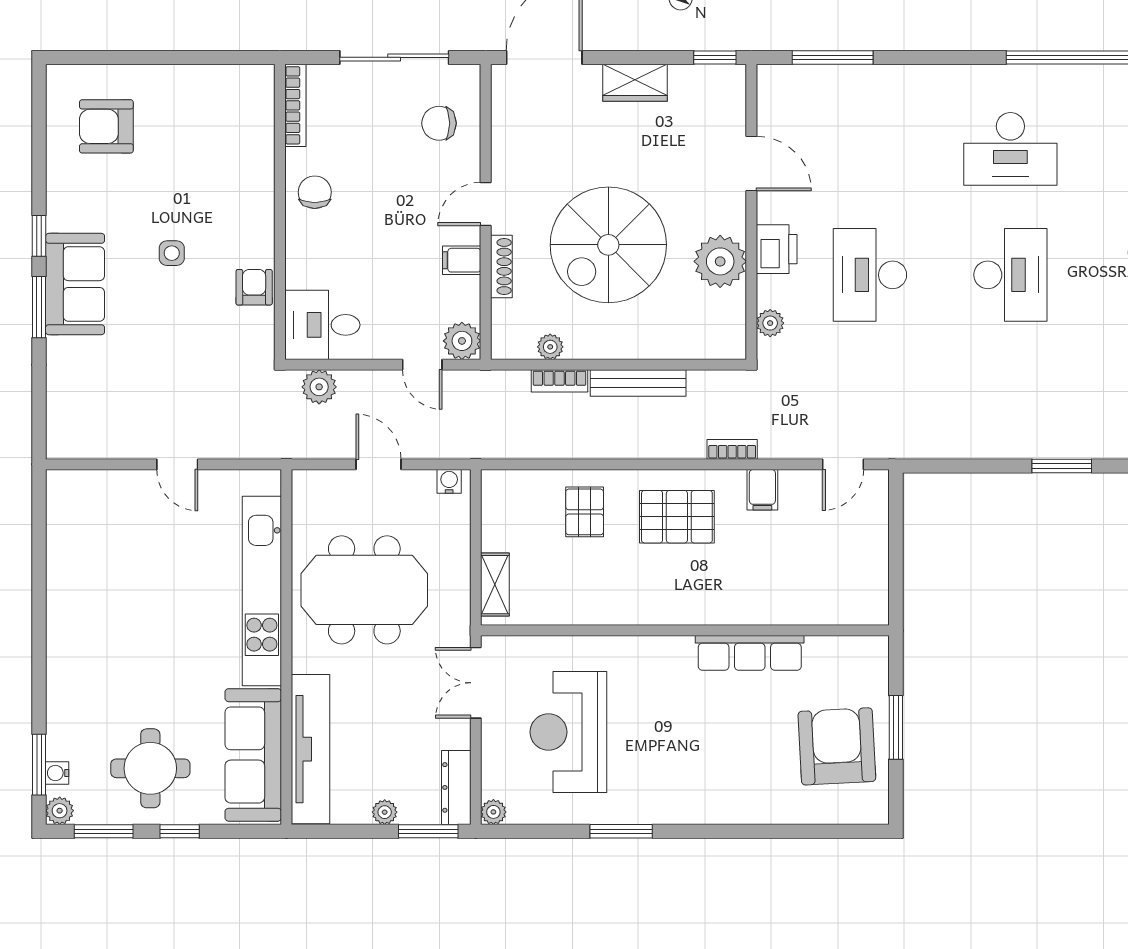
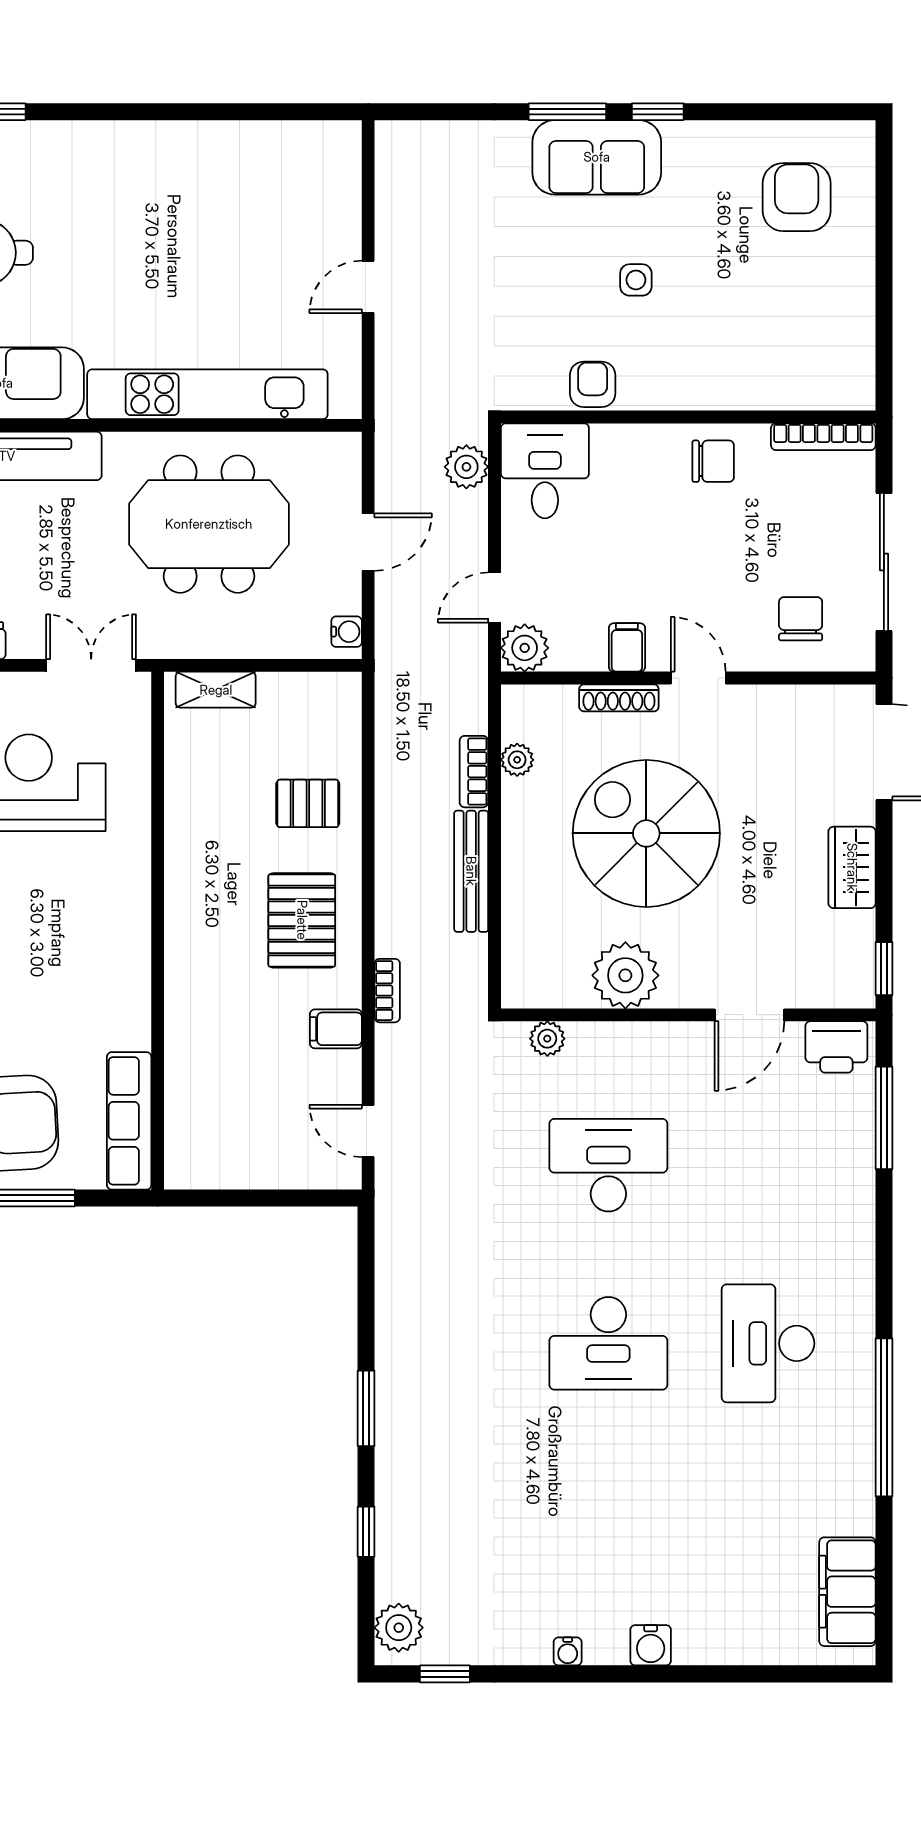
printer: (777, 249) -> (836, 1047), moved
armchair: (254, 287) -> (593, 384), turned -90
meeting table: (364, 590) -> (209, 524), turned 90
row of seats: (750, 653) -> (129, 1121), moved

